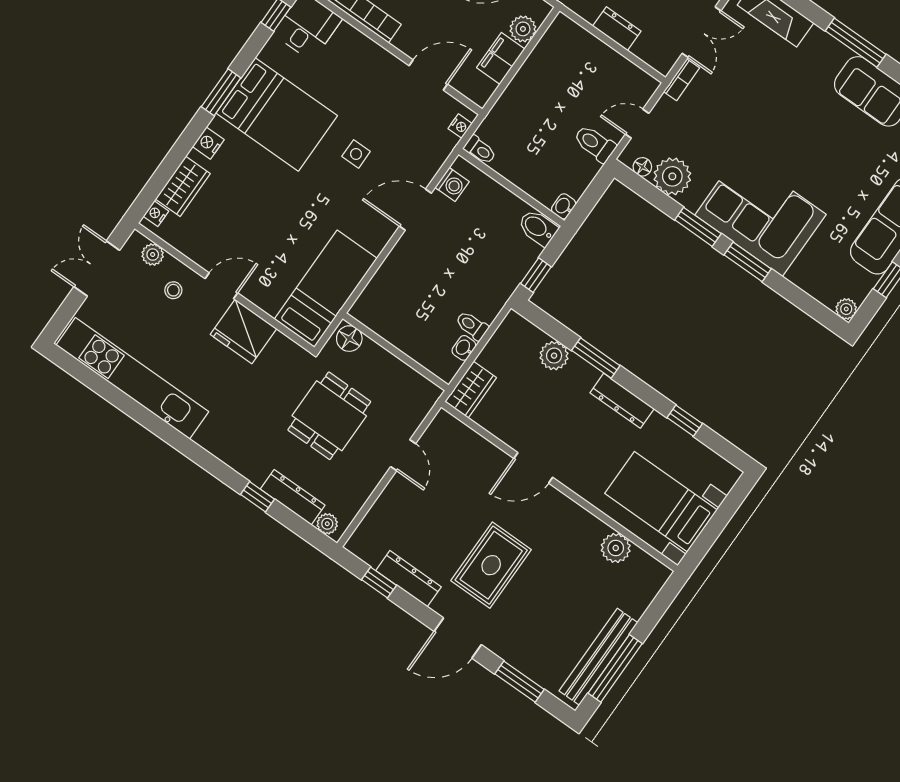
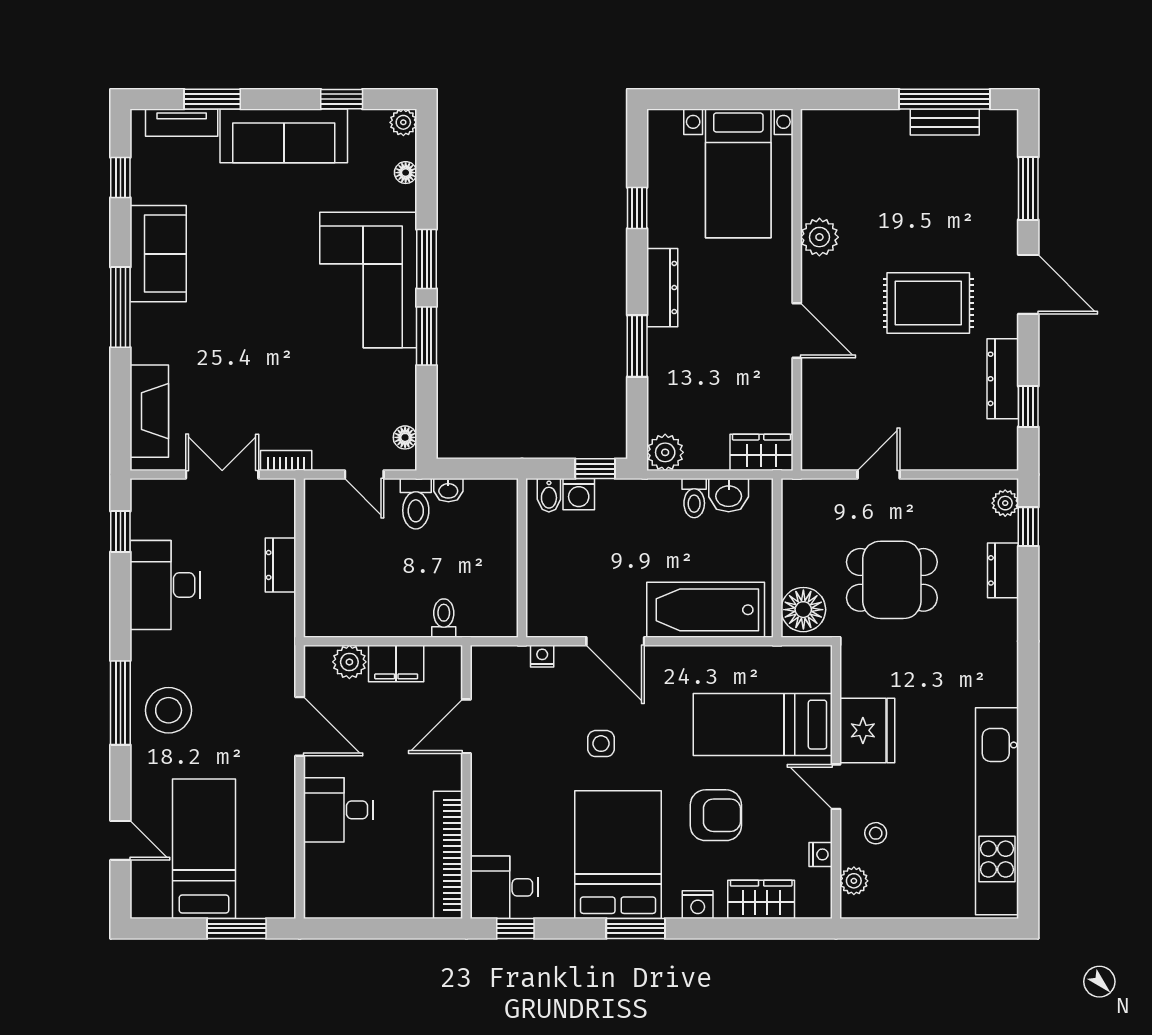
door: (428, 75) -> (466, 726), hinge flipped
nightstand: (460, 126) -> (542, 656), moved
toilet: (480, 150) -> (444, 618), moved
plant: (672, 176) -> (393, 399), removed
washing machine: (452, 185) -> (579, 494), moved, turned 180
armchair: (258, 195) -> (716, 815), added
washbasin: (564, 206) -> (448, 490), moved
nightstand: (156, 214) -> (821, 854), moved, turned -90
bidet: (538, 228) -> (549, 495), width x0.72, depth x0.74
double door: (97, 268) -> (909, 928), removed
bathtub: (395, 282) -> (706, 610), added
floor lamp: (813, 288) -> (406, 173), added
bed: (326, 289) -> (763, 725), moved
floor lamp: (349, 339) -> (803, 610), width x1.38, depth x1.38
washbasin: (464, 348) -> (729, 495), width x1.38, depth x1.45
plant: (554, 356) -> (665, 452), moved
window: (258, 497) -> (1028, 527), moved
dresser: (293, 497) -> (1003, 570), width x0.70
plant: (616, 548) -> (819, 237), moved
bench: (598, 657) -> (945, 122), width x0.54, depth x0.82

